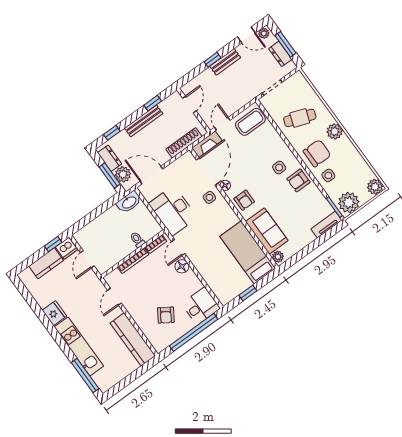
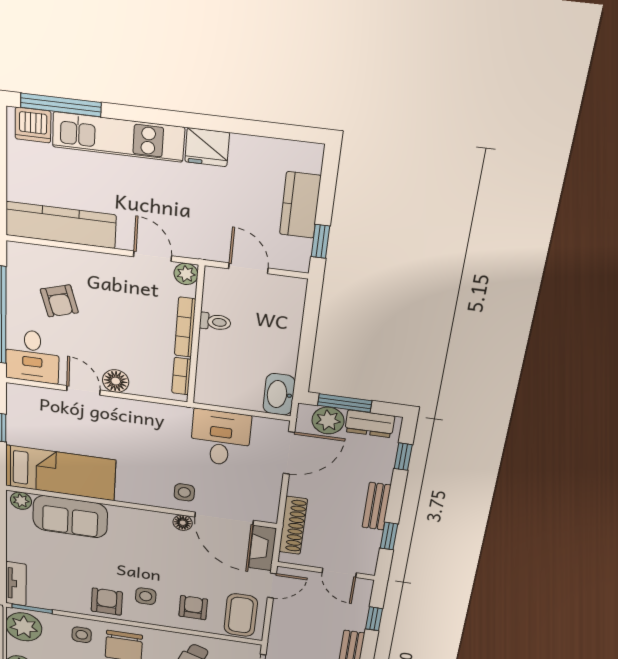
window: (212, 60) -> (374, 619), moved
bench: (144, 121) -> (376, 506), width x0.73
door: (222, 124) -> (272, 586), hinge flipped
armchair: (244, 200) -> (193, 608), moved, turned 90
desk: (173, 211) -> (220, 438), width x0.73
toilet: (137, 240) -> (215, 322), moved
dishwasher: (66, 248) -> (33, 125), moved, turned -90
door: (178, 248) -> (83, 390), moved
plant: (110, 279) -> (186, 274), added
armchair: (166, 315) -> (59, 301), turned -140

